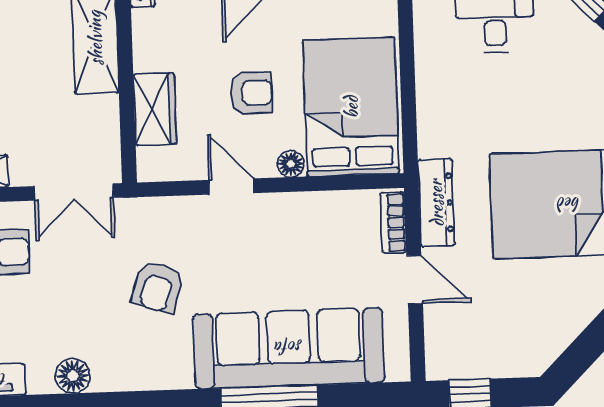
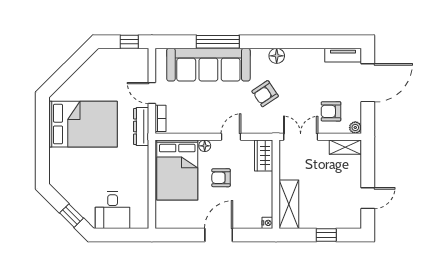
wardrobe: (155, 109) -> (264, 156), moved
door: (232, 187) -> (231, 137), swing flipped
armchair: (158, 287) -> (265, 94), turned -142
floor lamp: (73, 376) -> (277, 56), moved

